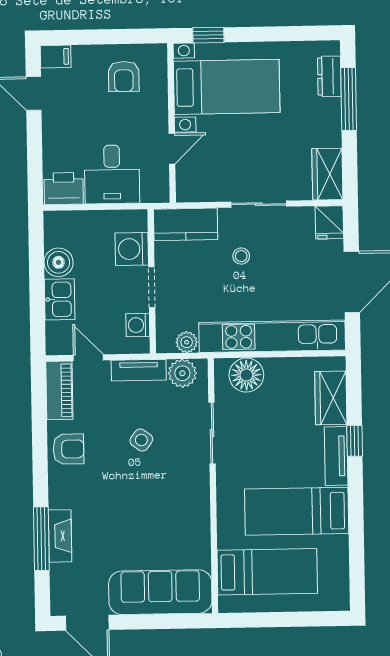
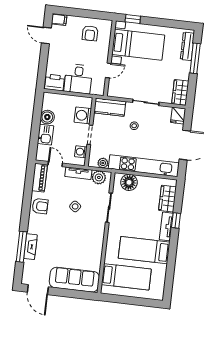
dresser: (329, 76) -> (187, 46), width x1.44

